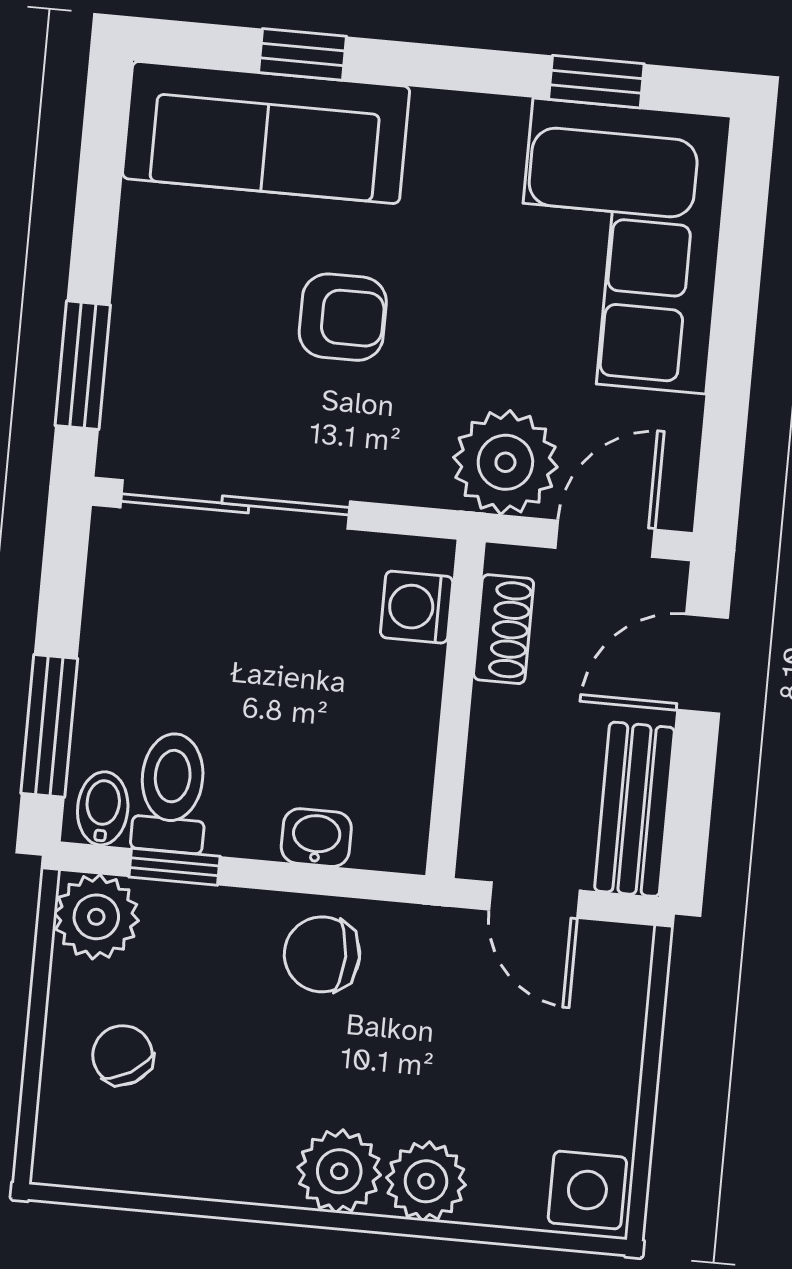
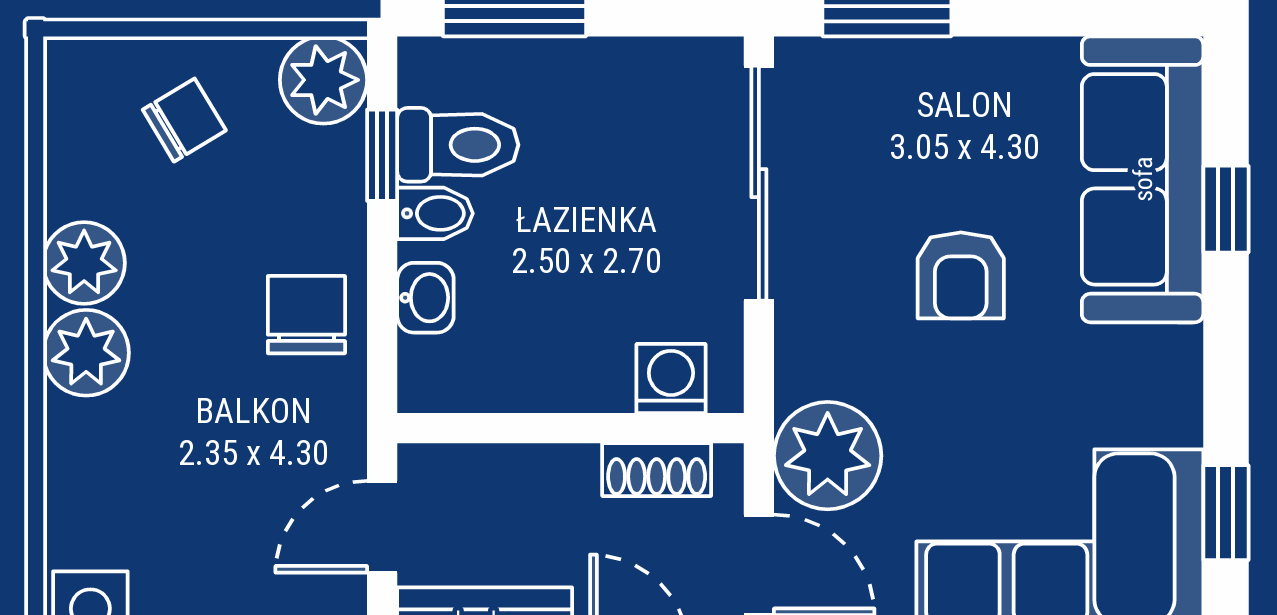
bidet: (103, 808) -> (435, 213), moved
plant: (426, 1181) -> (84, 263), moved

